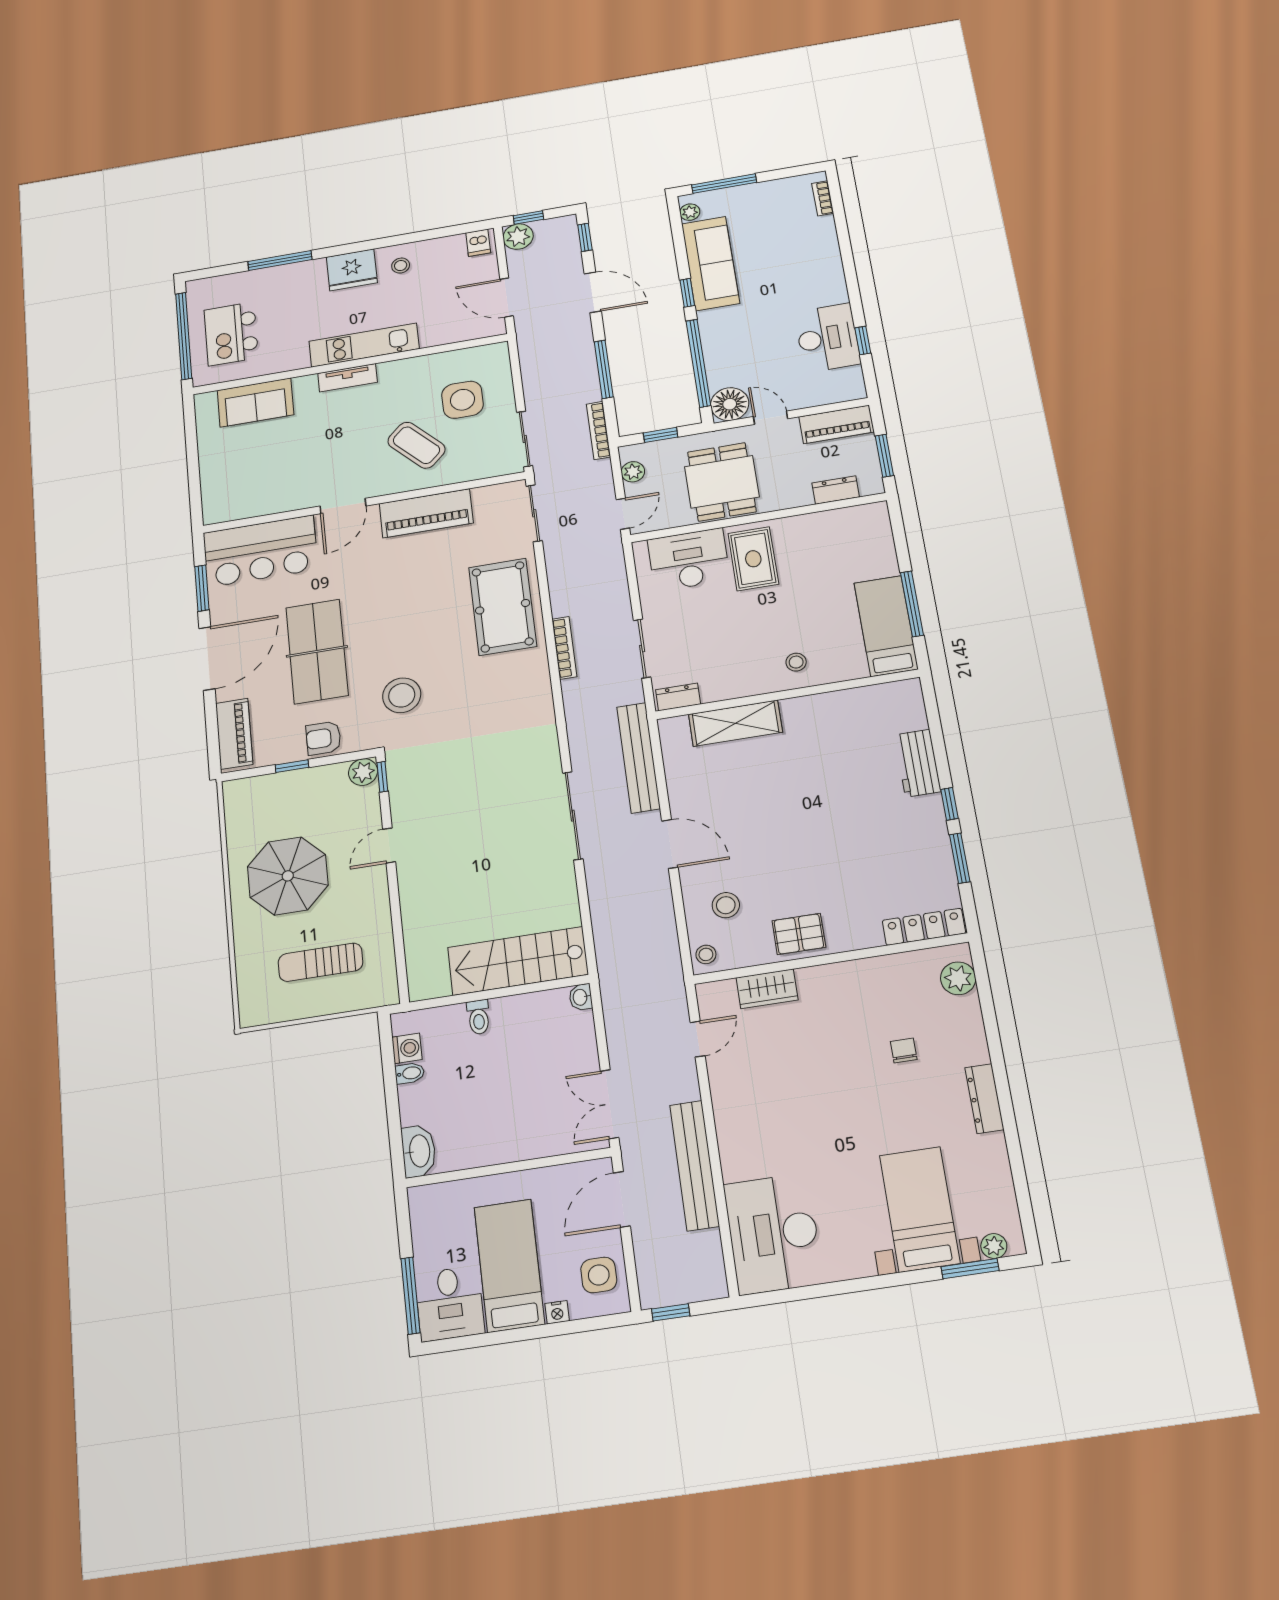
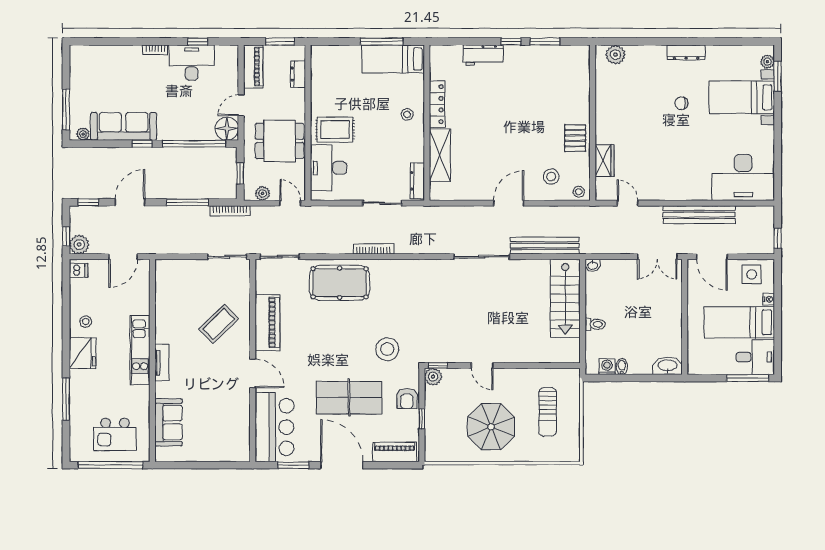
bookcase: (823, 198) -> (155, 50), moved
side table: (462, 400) -> (192, 292), removed
dresser: (678, 697) -> (417, 181), width x1.44
bench: (639, 758) -> (545, 246), moved
locker: (924, 927) -> (437, 104), moved, turned 180
chair: (904, 1051) -> (681, 103), moved

